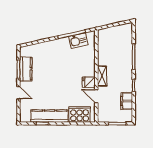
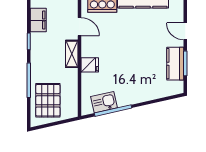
pallet: (120, 42) -> (48, 100), added
fridge: (89, 82) -> (90, 65), moved

